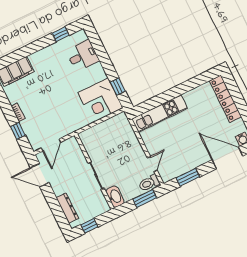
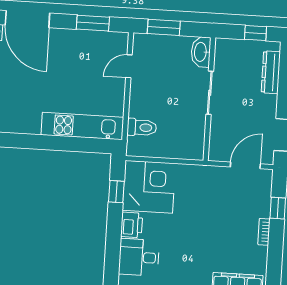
printer: (98, 72) -> (132, 225), added
toilet: (149, 183) -> (142, 127), moved

